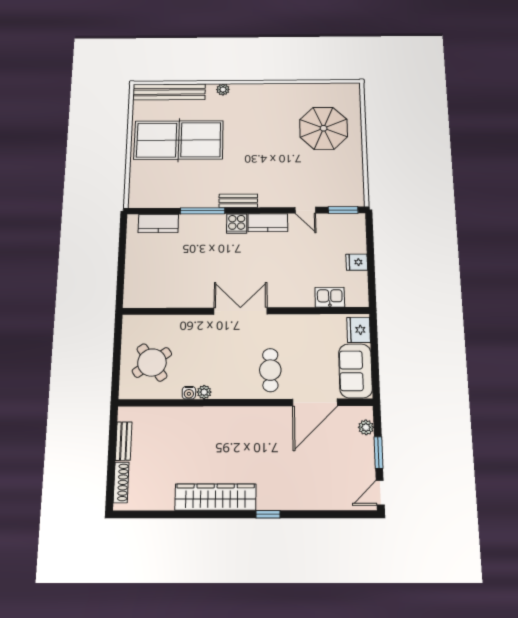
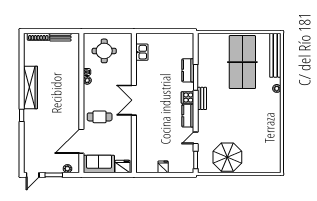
parasol: (324, 128) -> (227, 157), moved
kitchen counter: (158, 223) -> (188, 70), moved
kitchen sink: (330, 297) -> (142, 52), moved
double door: (240, 311) -> (134, 100), swing flipped
round table: (152, 362) -> (104, 51), turned 35
door: (315, 402) -> (81, 141), hinge flipped
door: (380, 493) -> (33, 175), swing flipped

